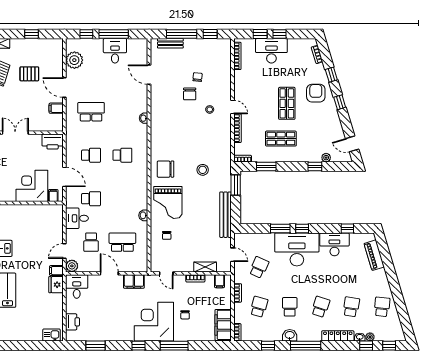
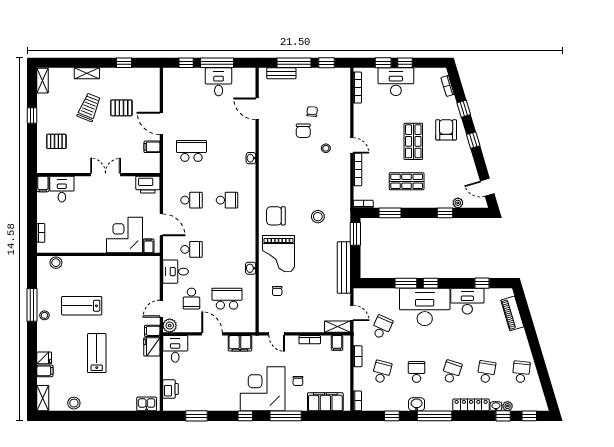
plant: (74, 60) -> (172, 92), removed
shelving: (205, 267) -> (338, 327), moved
filing cabinet: (223, 325) -> (325, 402), moved, turned 90

